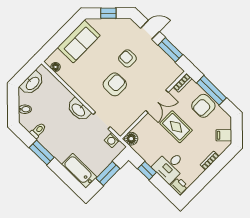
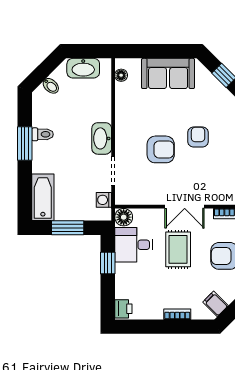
toilet: (38, 131) -> (43, 134), moved
desk: (170, 166) -> (134, 245), moved

